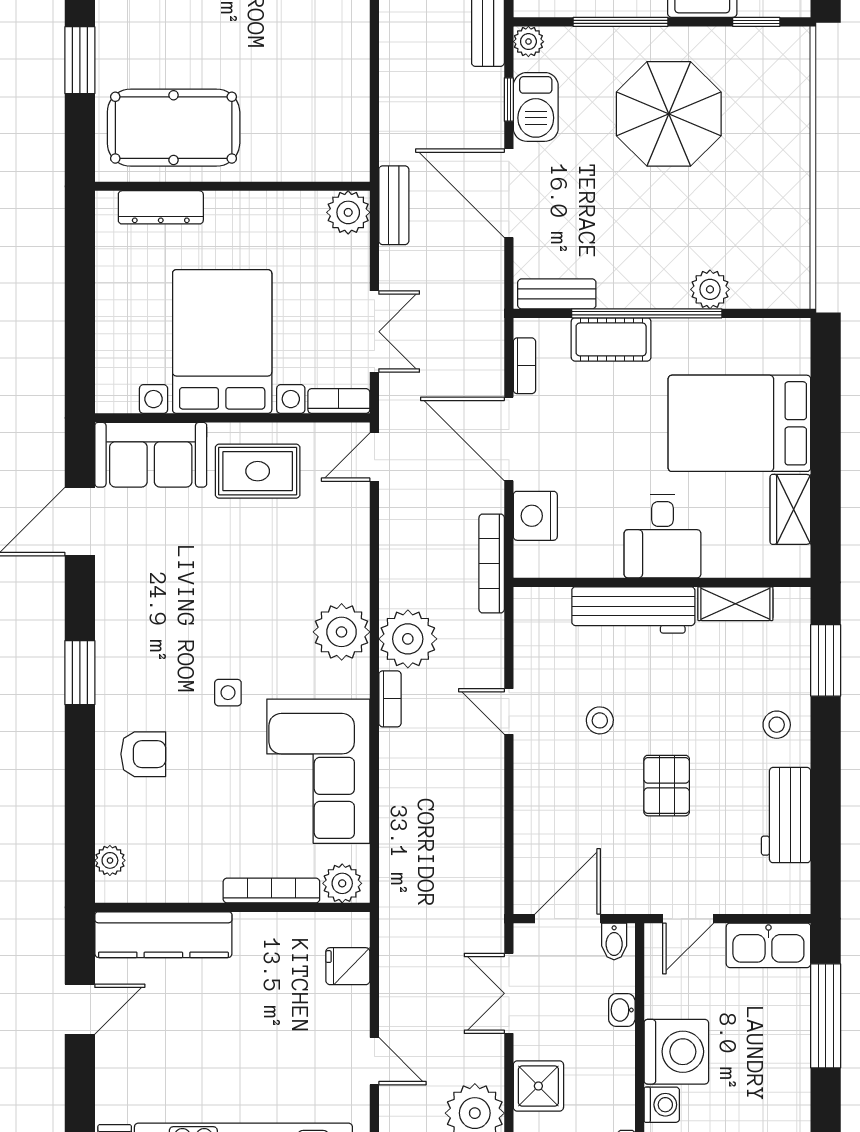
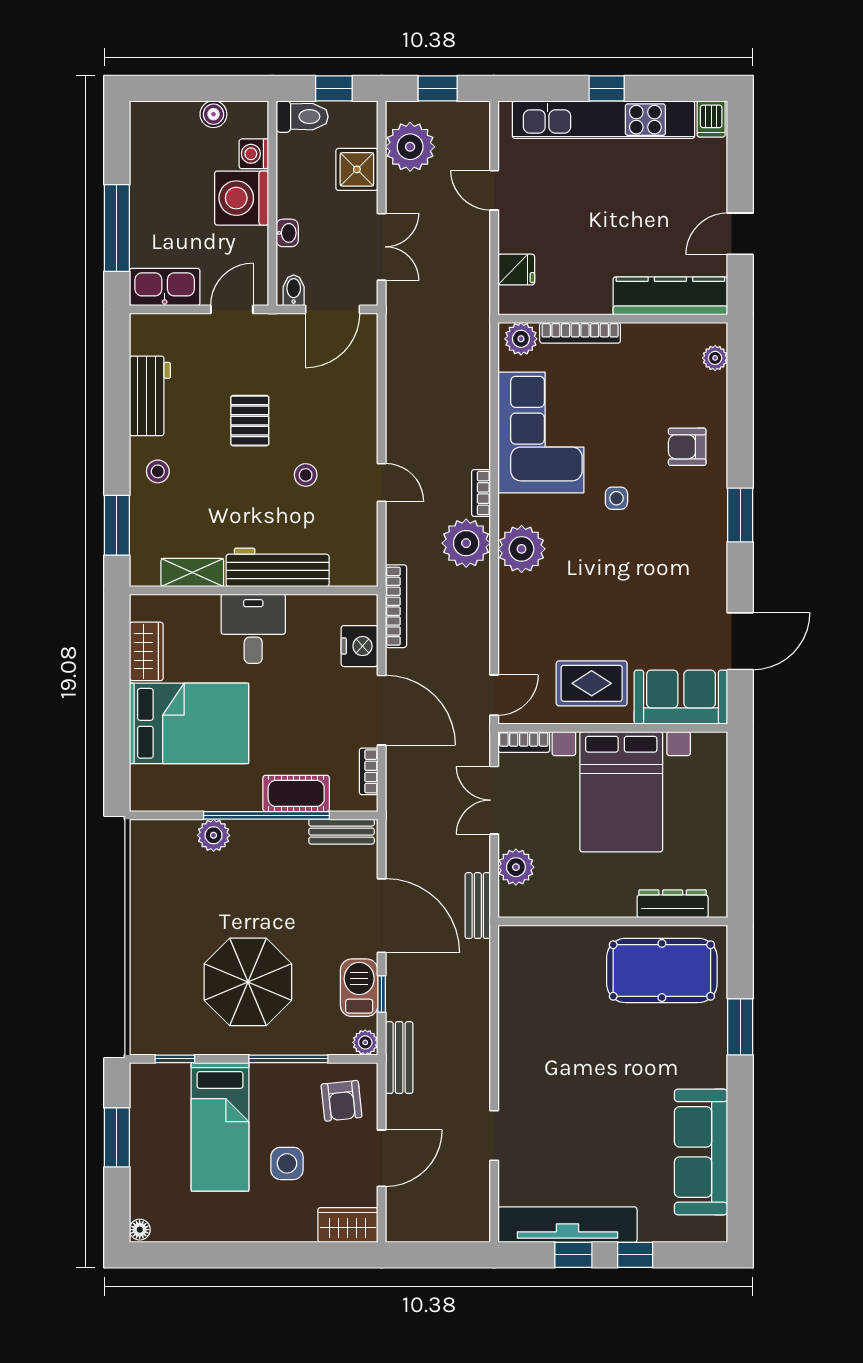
plant: (348, 212) -> (516, 867), moved

